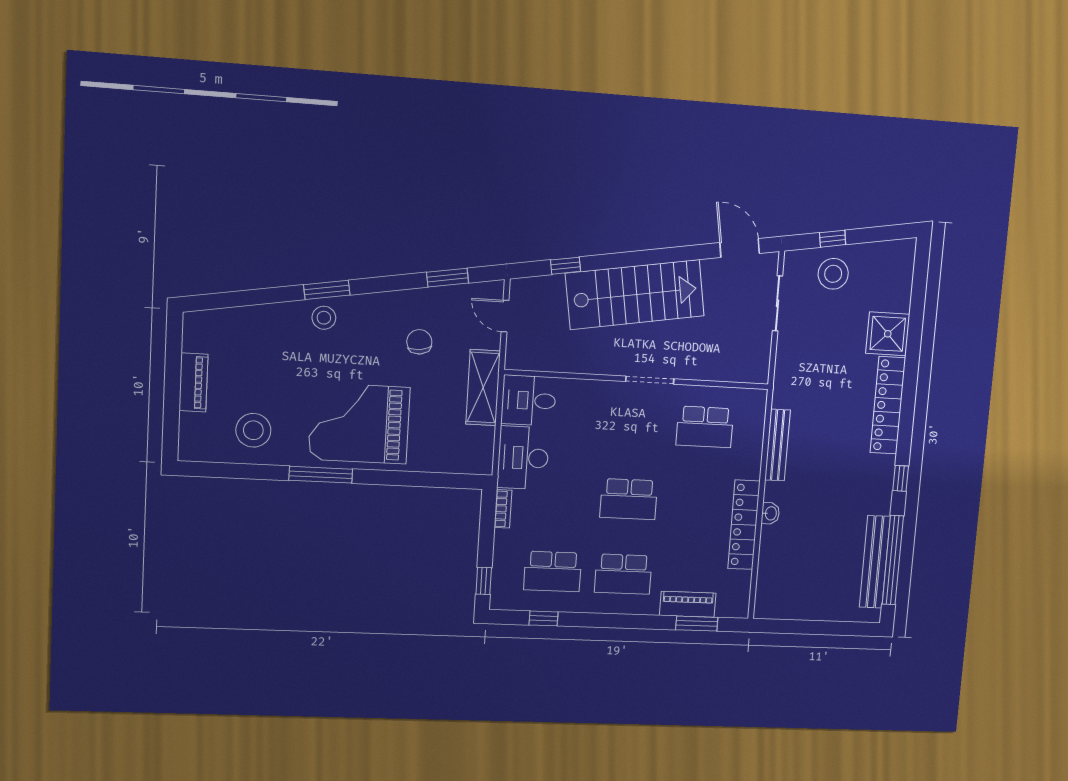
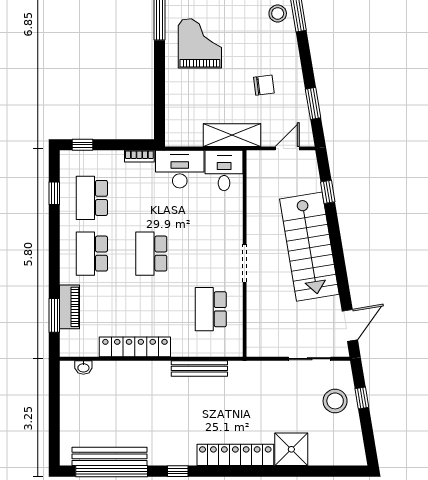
grand piano: (359, 423) -> (200, 43), width x0.73, depth x0.68
washbasin: (770, 513) -> (83, 367), moved

